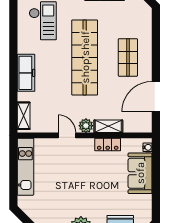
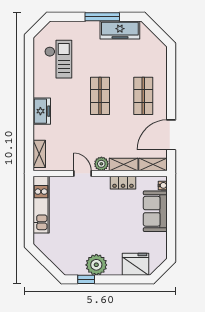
shop shelf: (85, 57) -> (100, 96), width x0.50, depth x0.74
freezer: (26, 73) -> (42, 111), width x0.71
shelving: (138, 126) -> (153, 165), added

